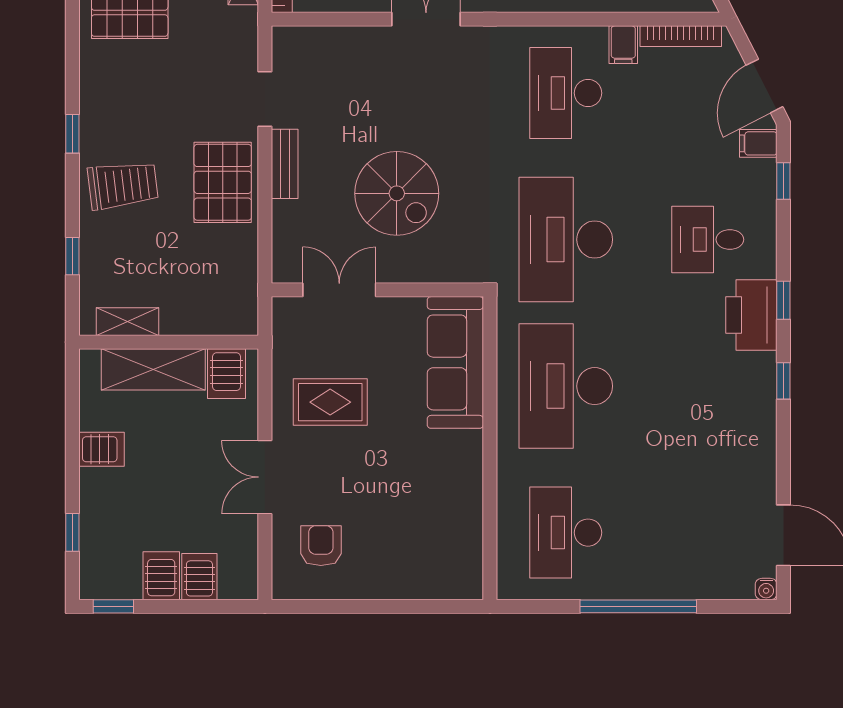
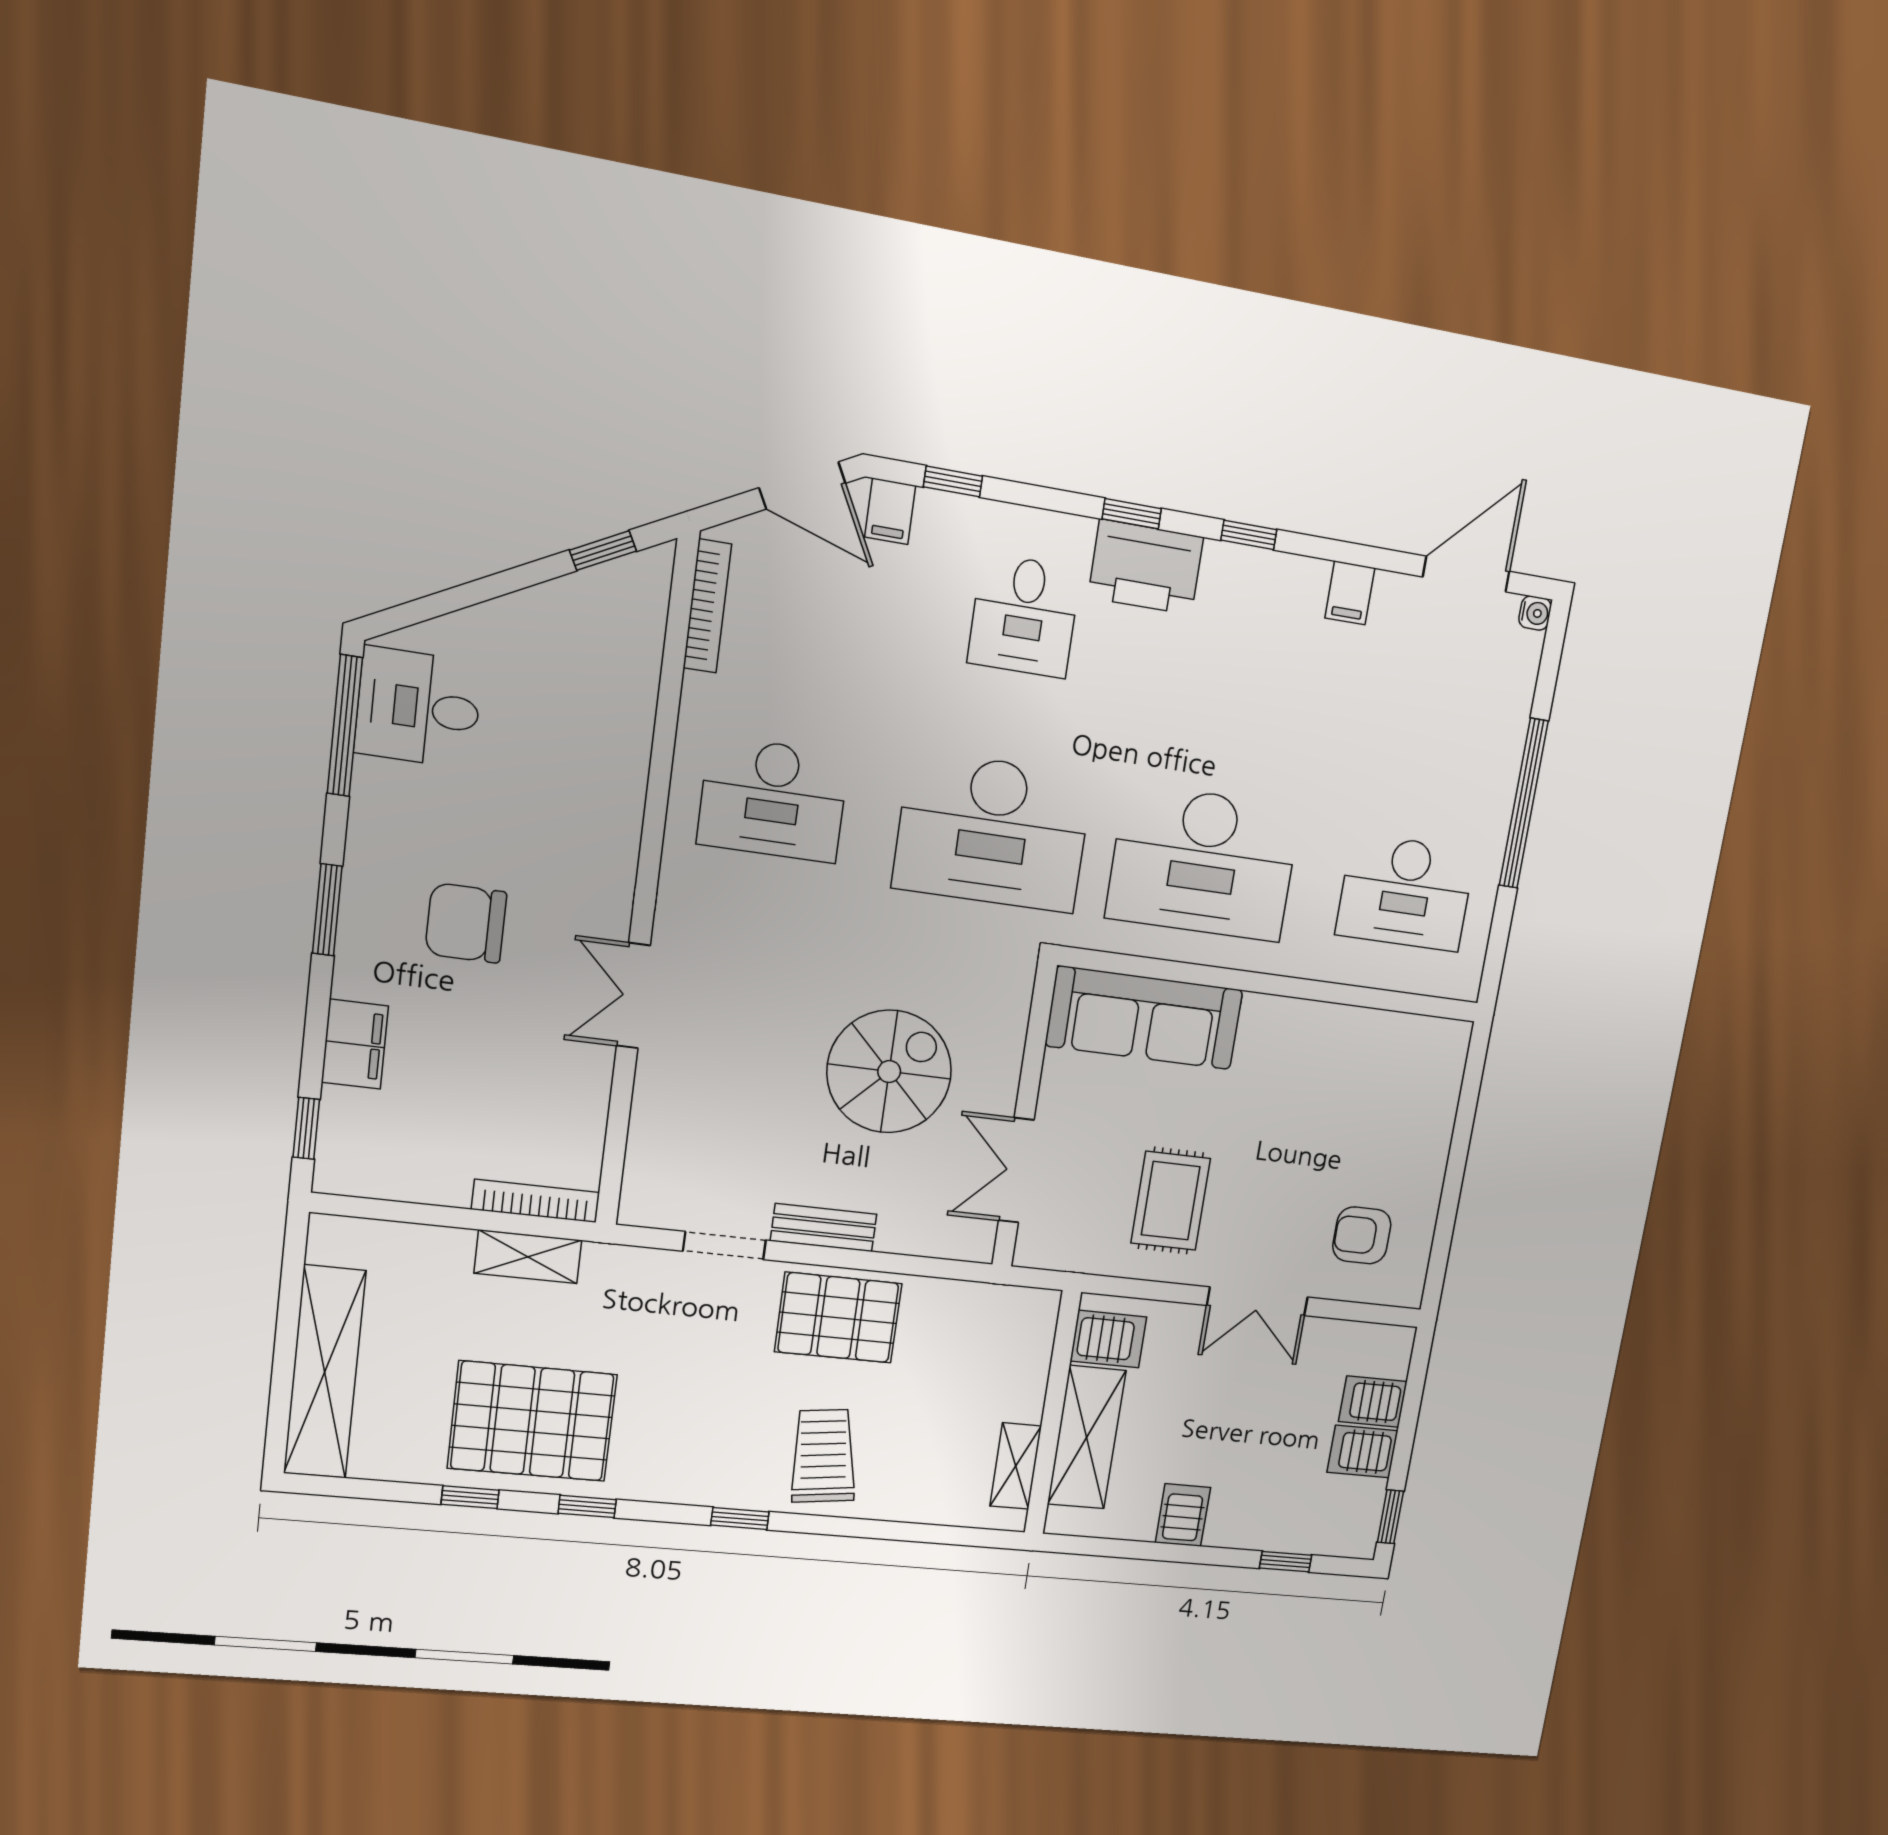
filing cabinet: (623, 45) -> (1350, 593), moved, turned 90
window: (72, 256) -> (587, 1506), moved

